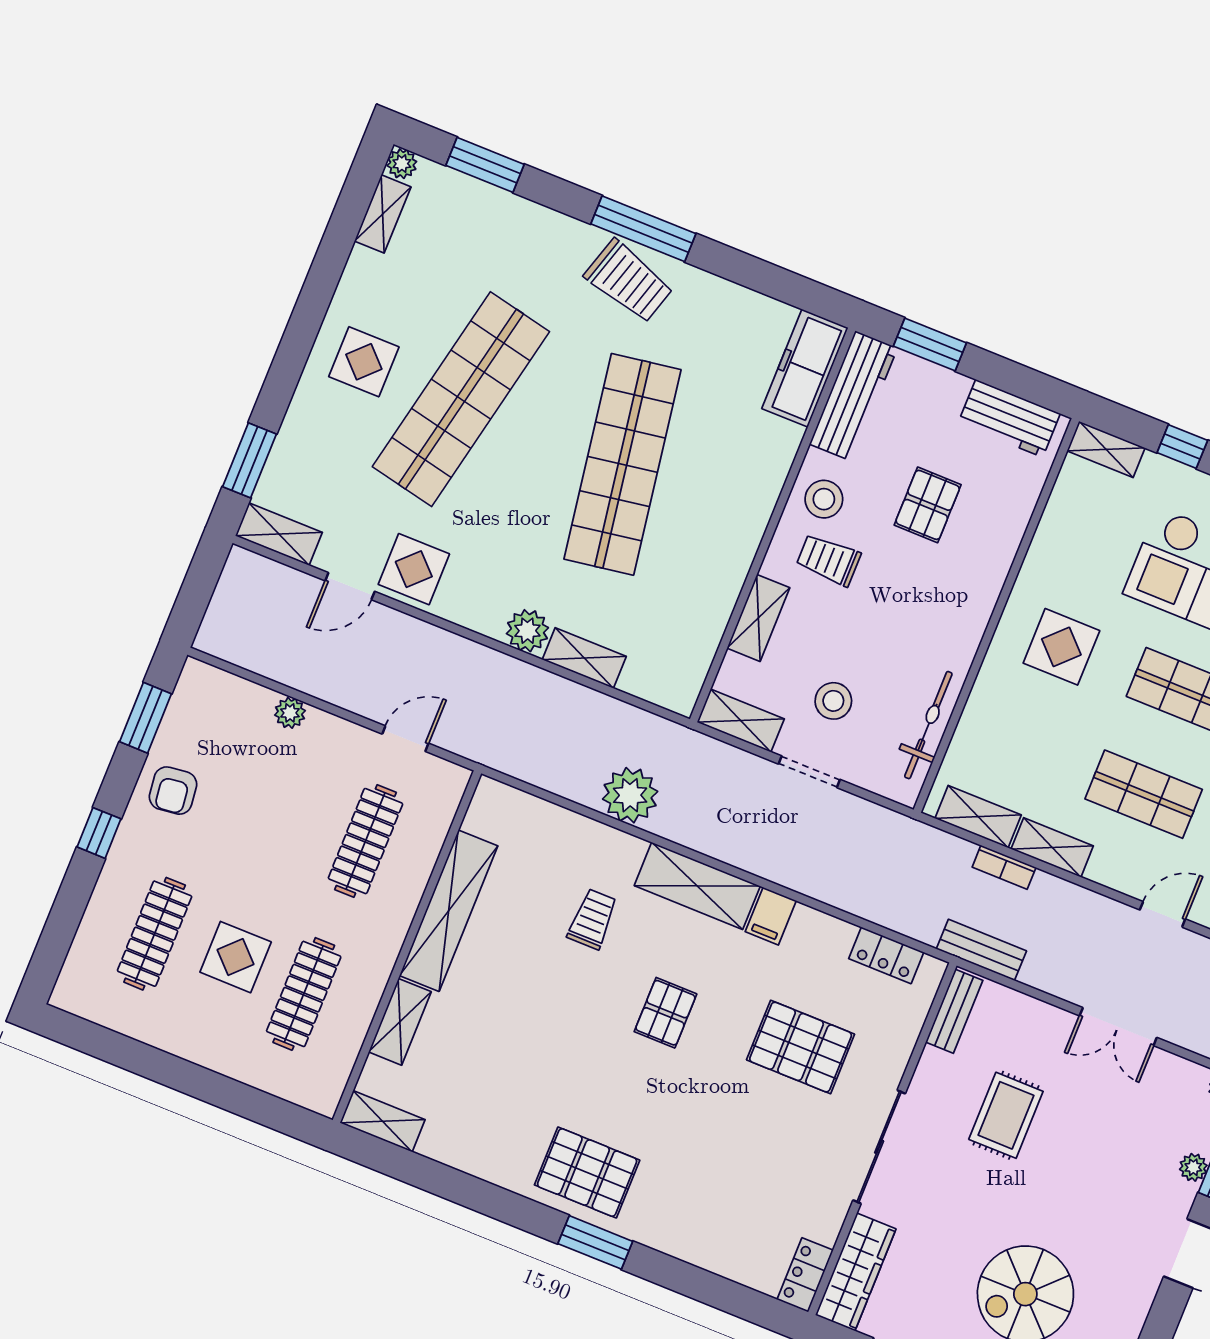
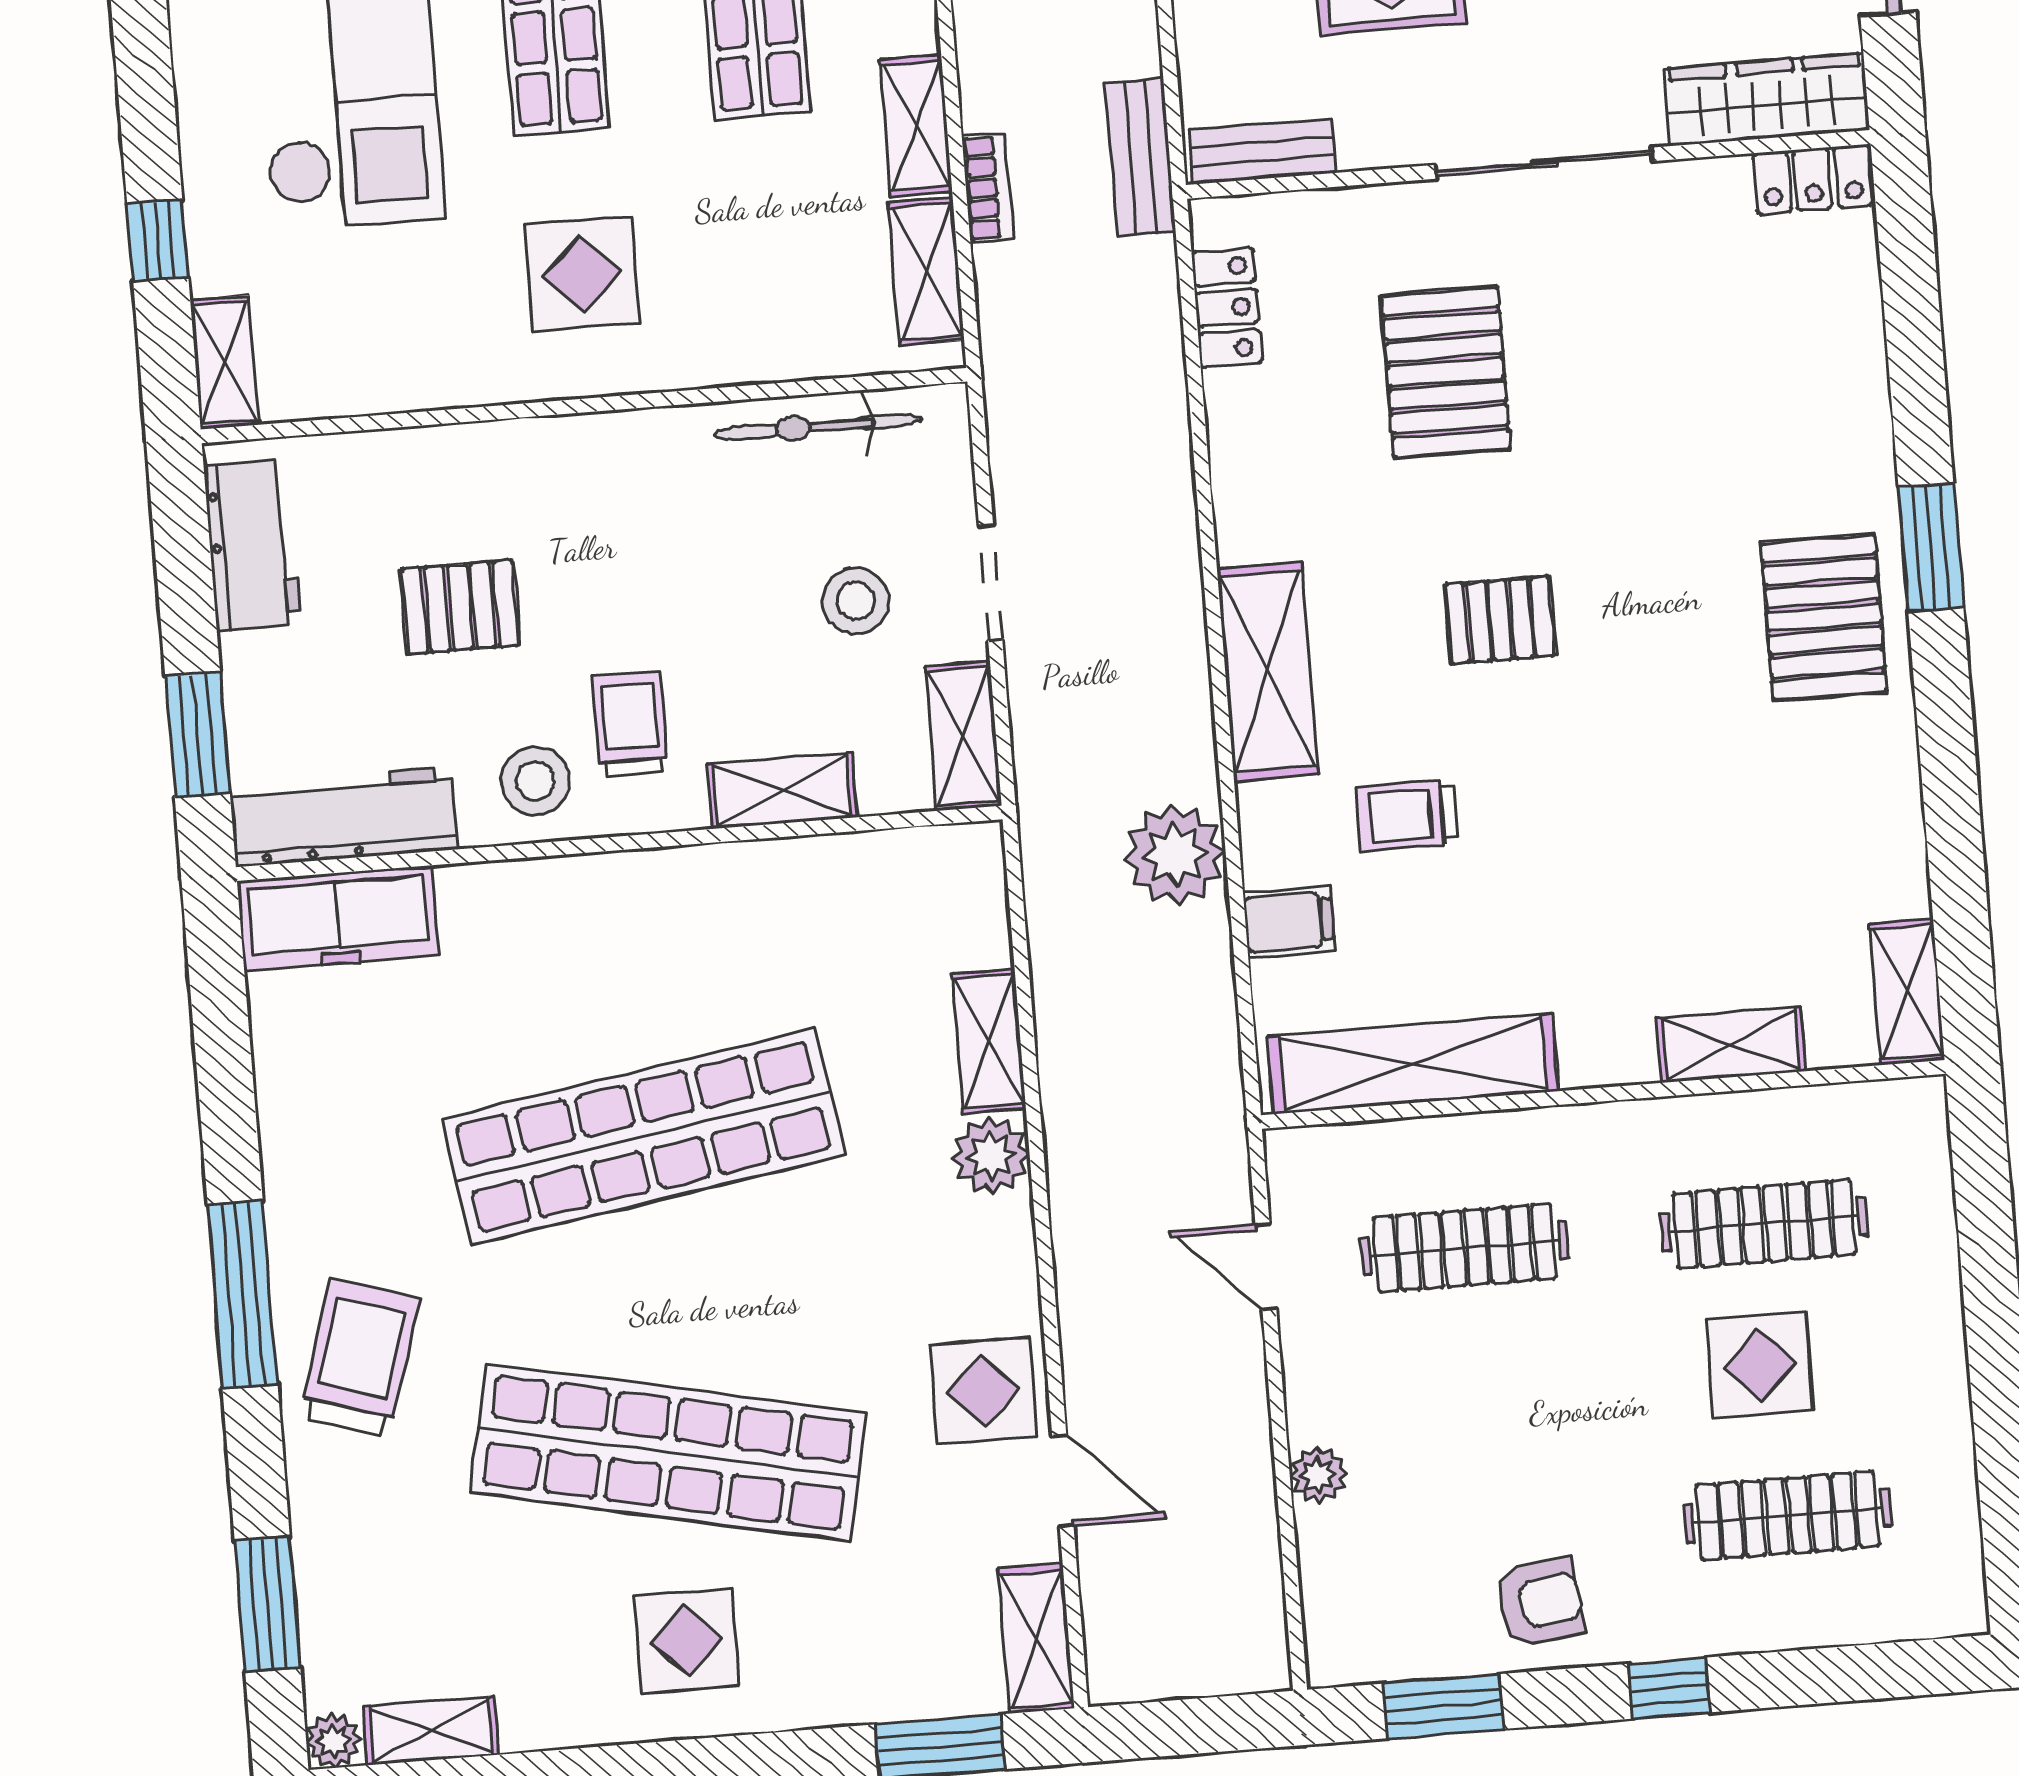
trolley: (629, 281) -> (360, 1357), moved
trolley: (829, 560) -> (630, 724), turned 180
shelving: (449, 911) -> (1413, 1064), moved
filing cabinet: (771, 916) -> (1289, 922), moved

